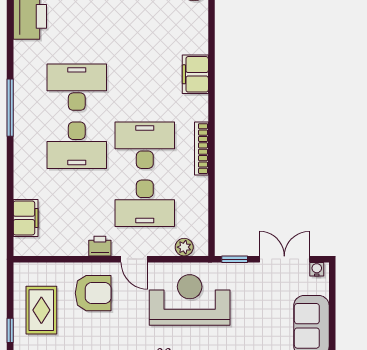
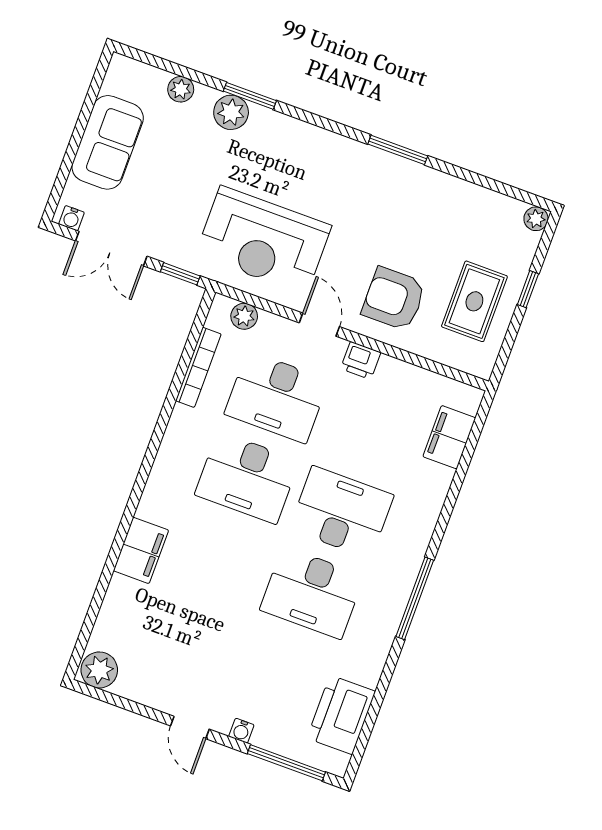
bookcase: (201, 149) -> (198, 367), moved
desk: (145, 203) -> (277, 397), turned 180

